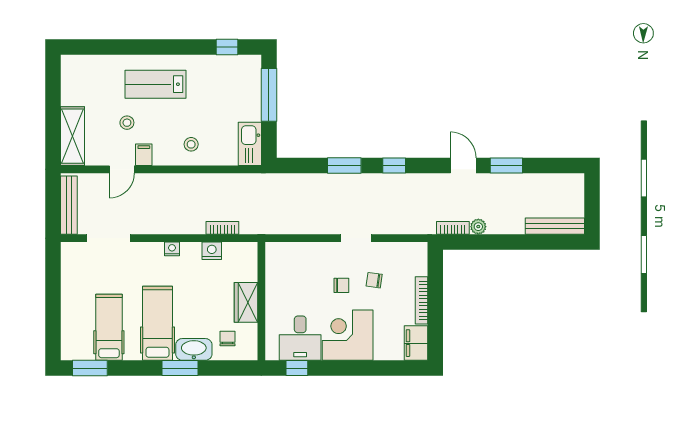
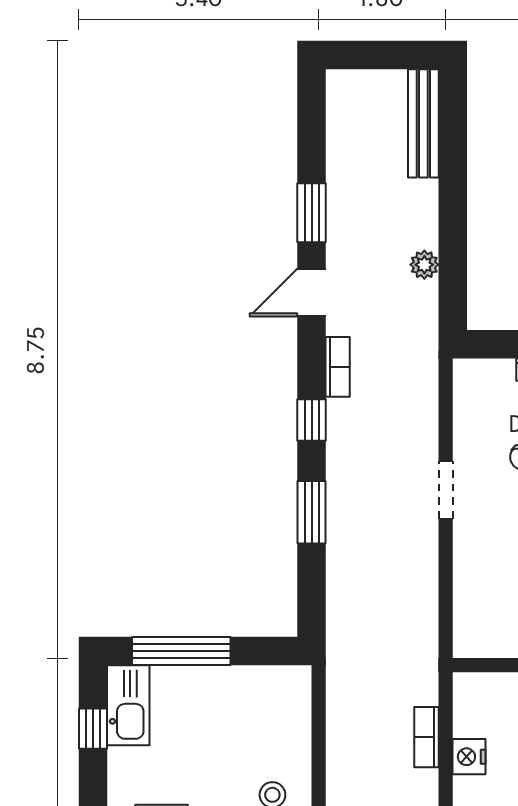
kitchen sink: (250, 144) -> (128, 705), moved, turned -90
bookcase: (453, 228) -> (338, 367), moved, turned 180

